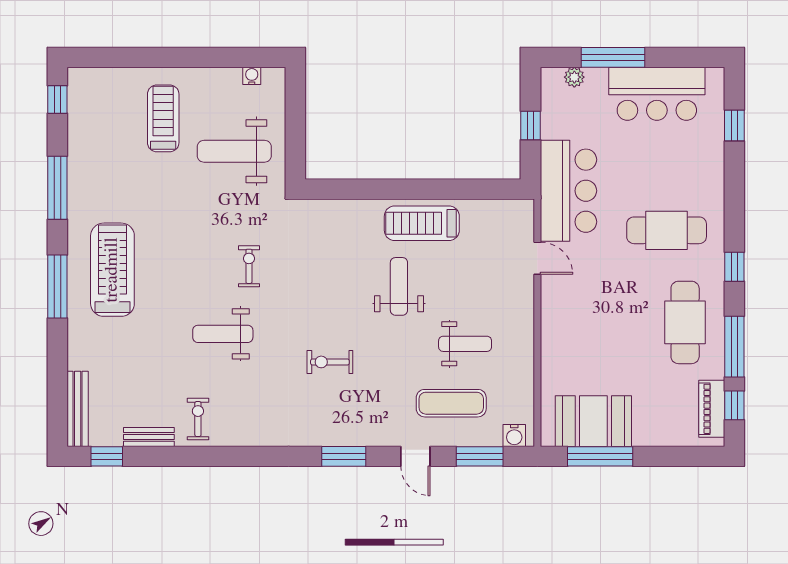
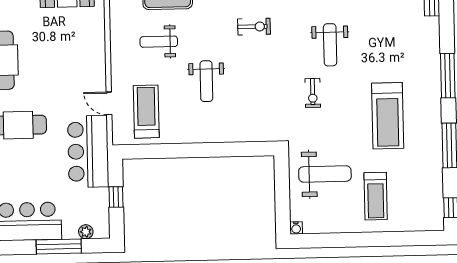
water cooler: (252, 76) -> (296, 228), moved
treadmill: (422, 223) -> (146, 112), moved, turned -90
treadmill: (112, 270) -> (388, 116), moved
weight bench: (223, 334) -> (330, 45), turned 90

